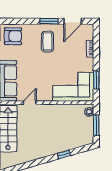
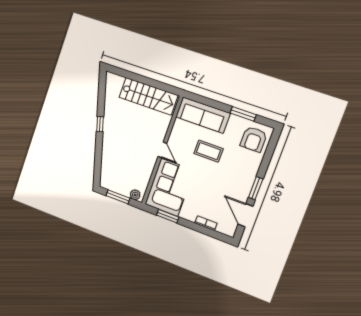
coffee table: (47, 42) -> (208, 151), moved
door: (30, 103) -> (162, 150), moved
window: (64, 154) -> (100, 124), moved

